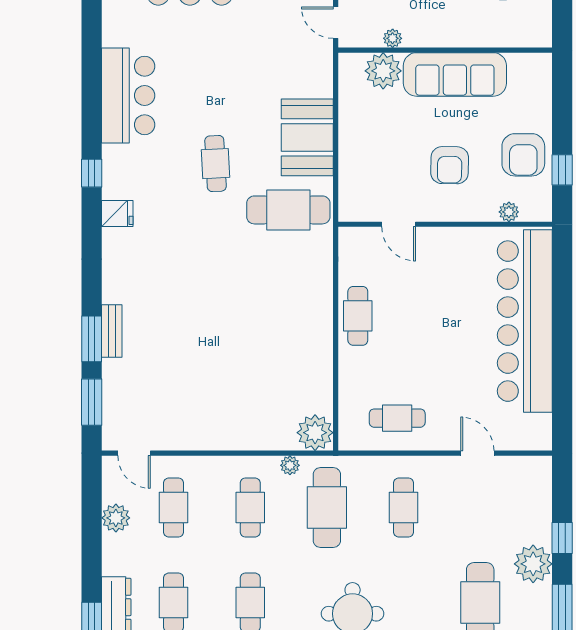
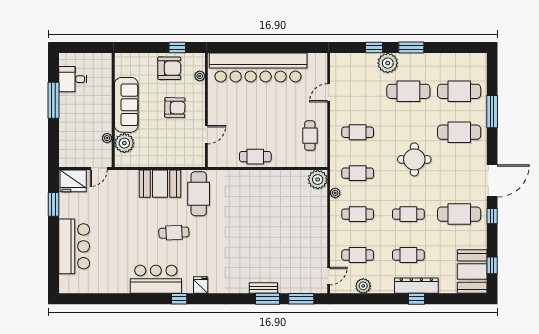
bar counter: (128, 95) -> (156, 279), moved
cafe table: (327, 508) -> (358, 173), width x0.73, depth x0.74

